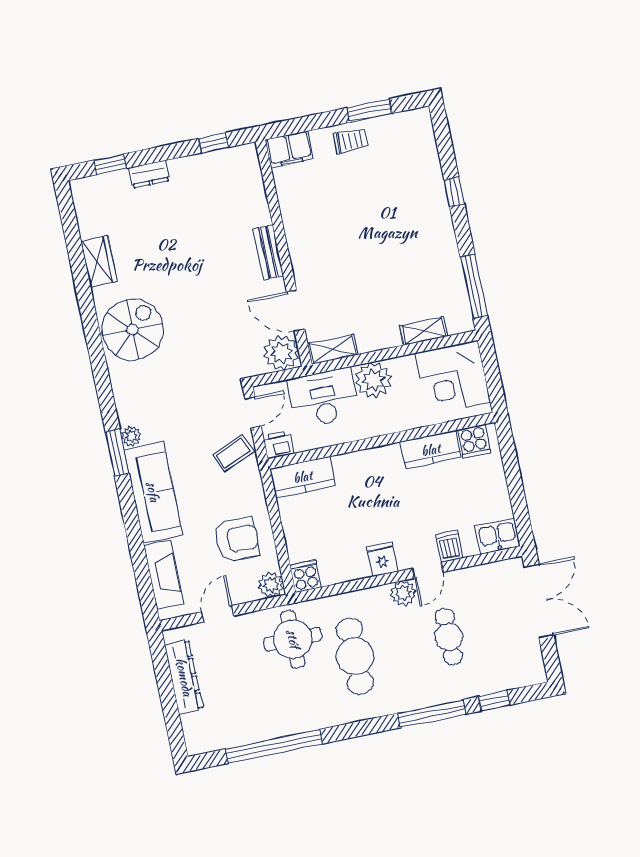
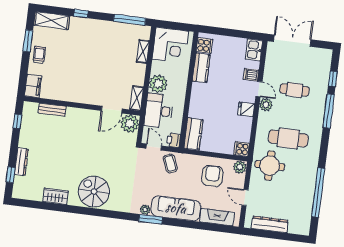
shelving: (423, 142) -> (52, 20), added
dresser: (149, 174) -> (21, 162), width x1.44
bench: (268, 252) -> (52, 110), moved

